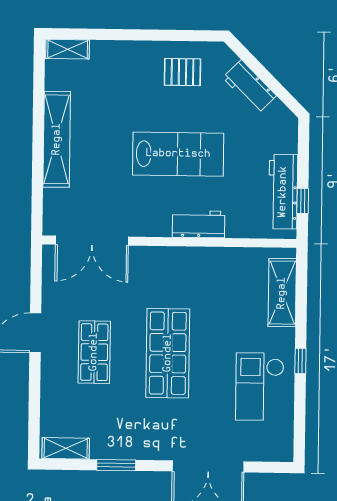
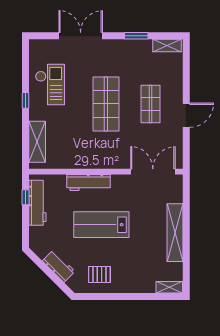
workbench: (199, 224) -> (88, 182), width x1.38

